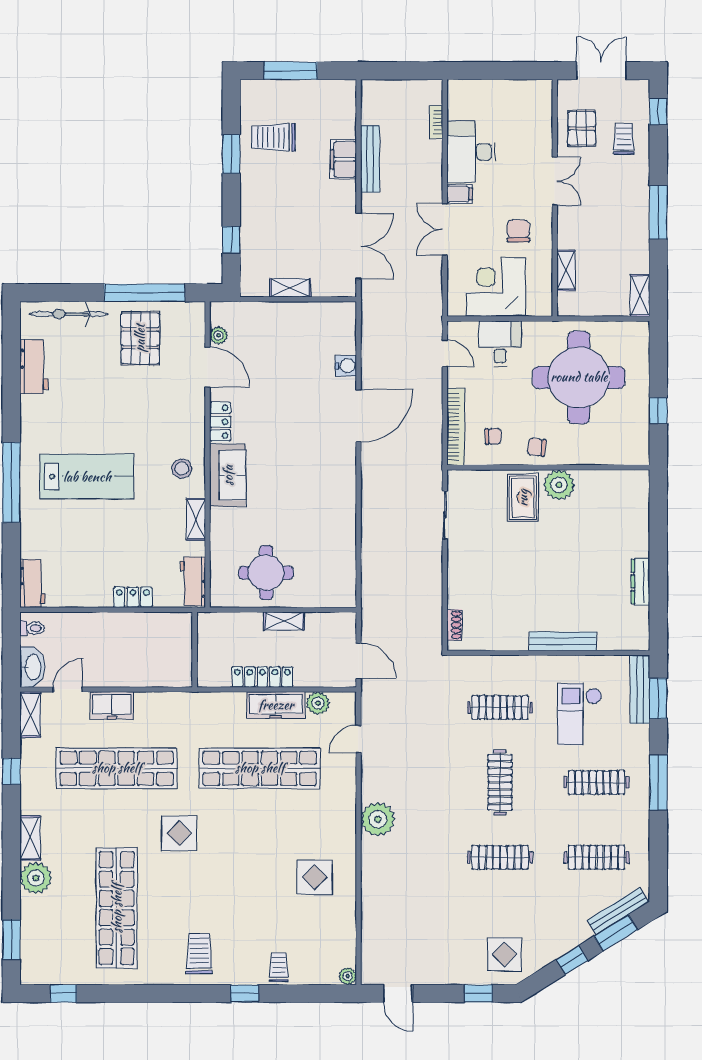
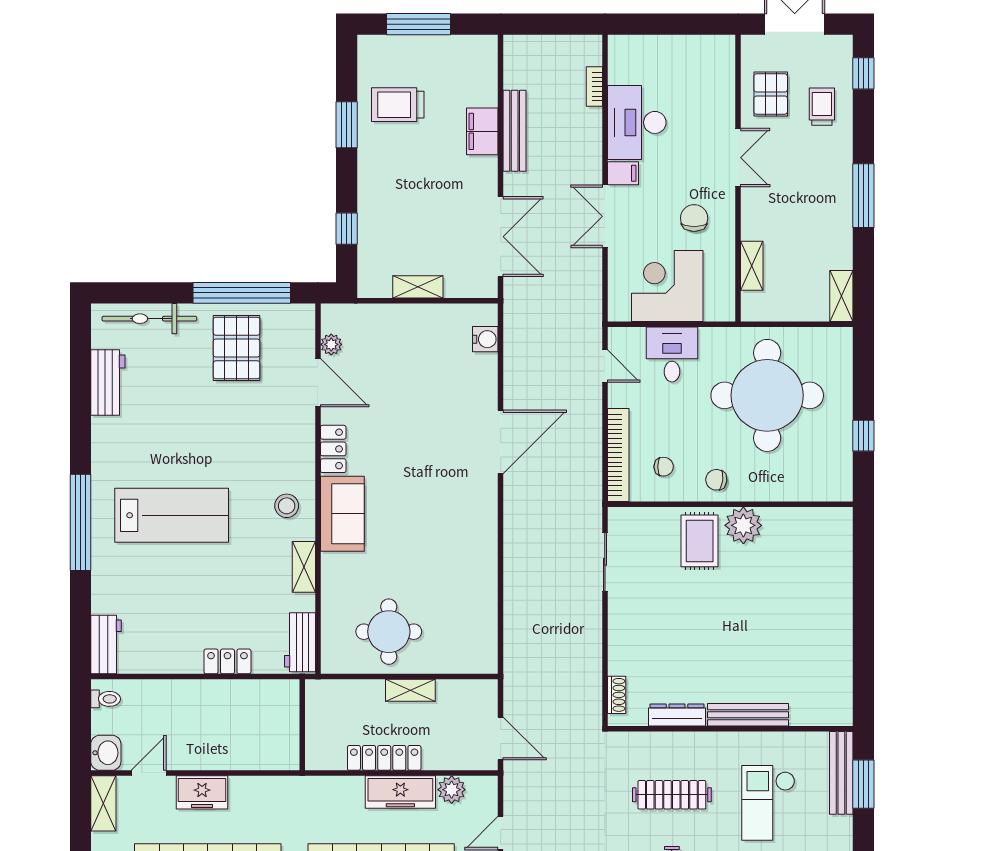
water cooler: (346, 366) -> (485, 339), moved
dresser: (640, 582) -> (677, 715), moved, turned 90
washbasin: (32, 667) -> (106, 753), width x0.72

